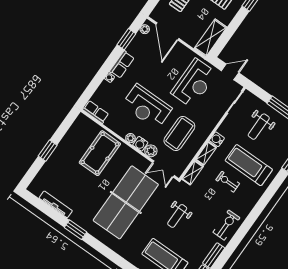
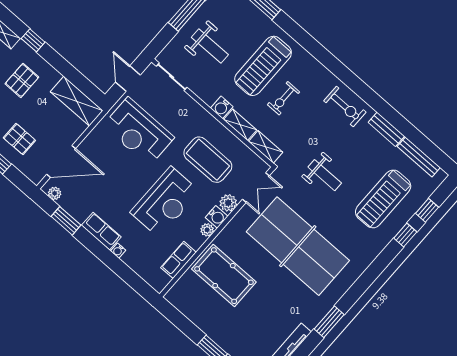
reception desk: (194, 83) -> (139, 132), turned 180
row of seats: (96, 112) -> (178, 260), moved
exercise bike: (226, 225) -> (345, 107), turned 180

